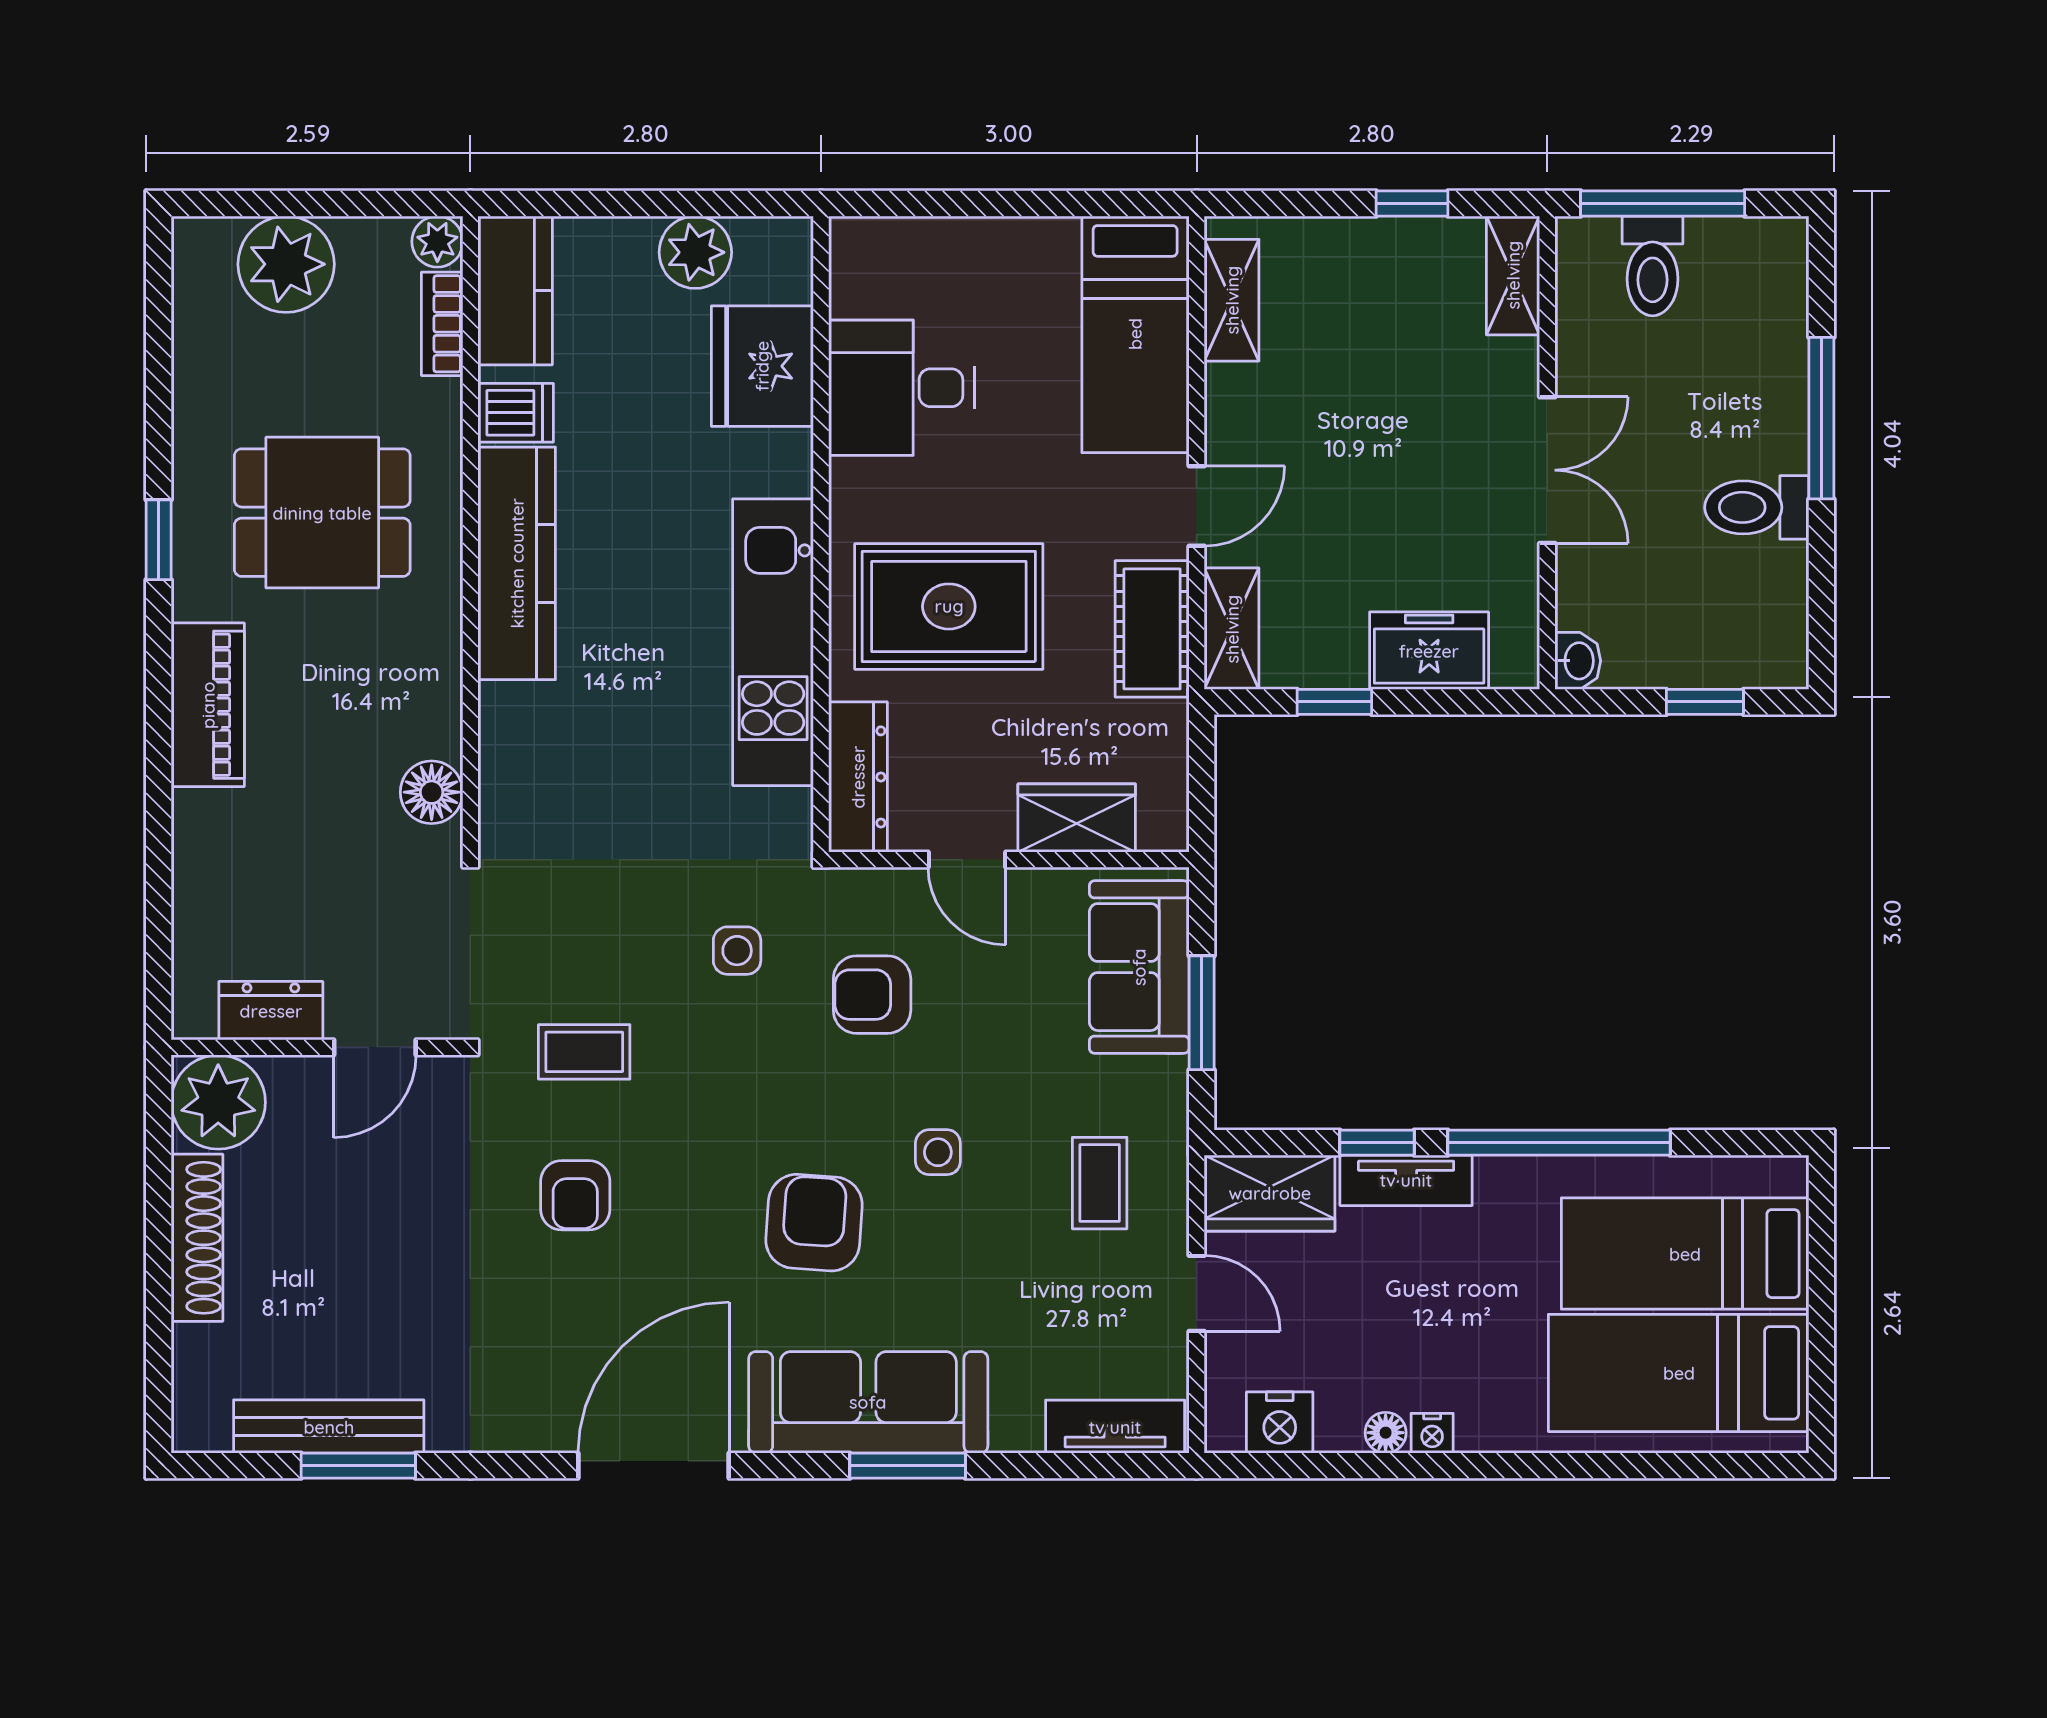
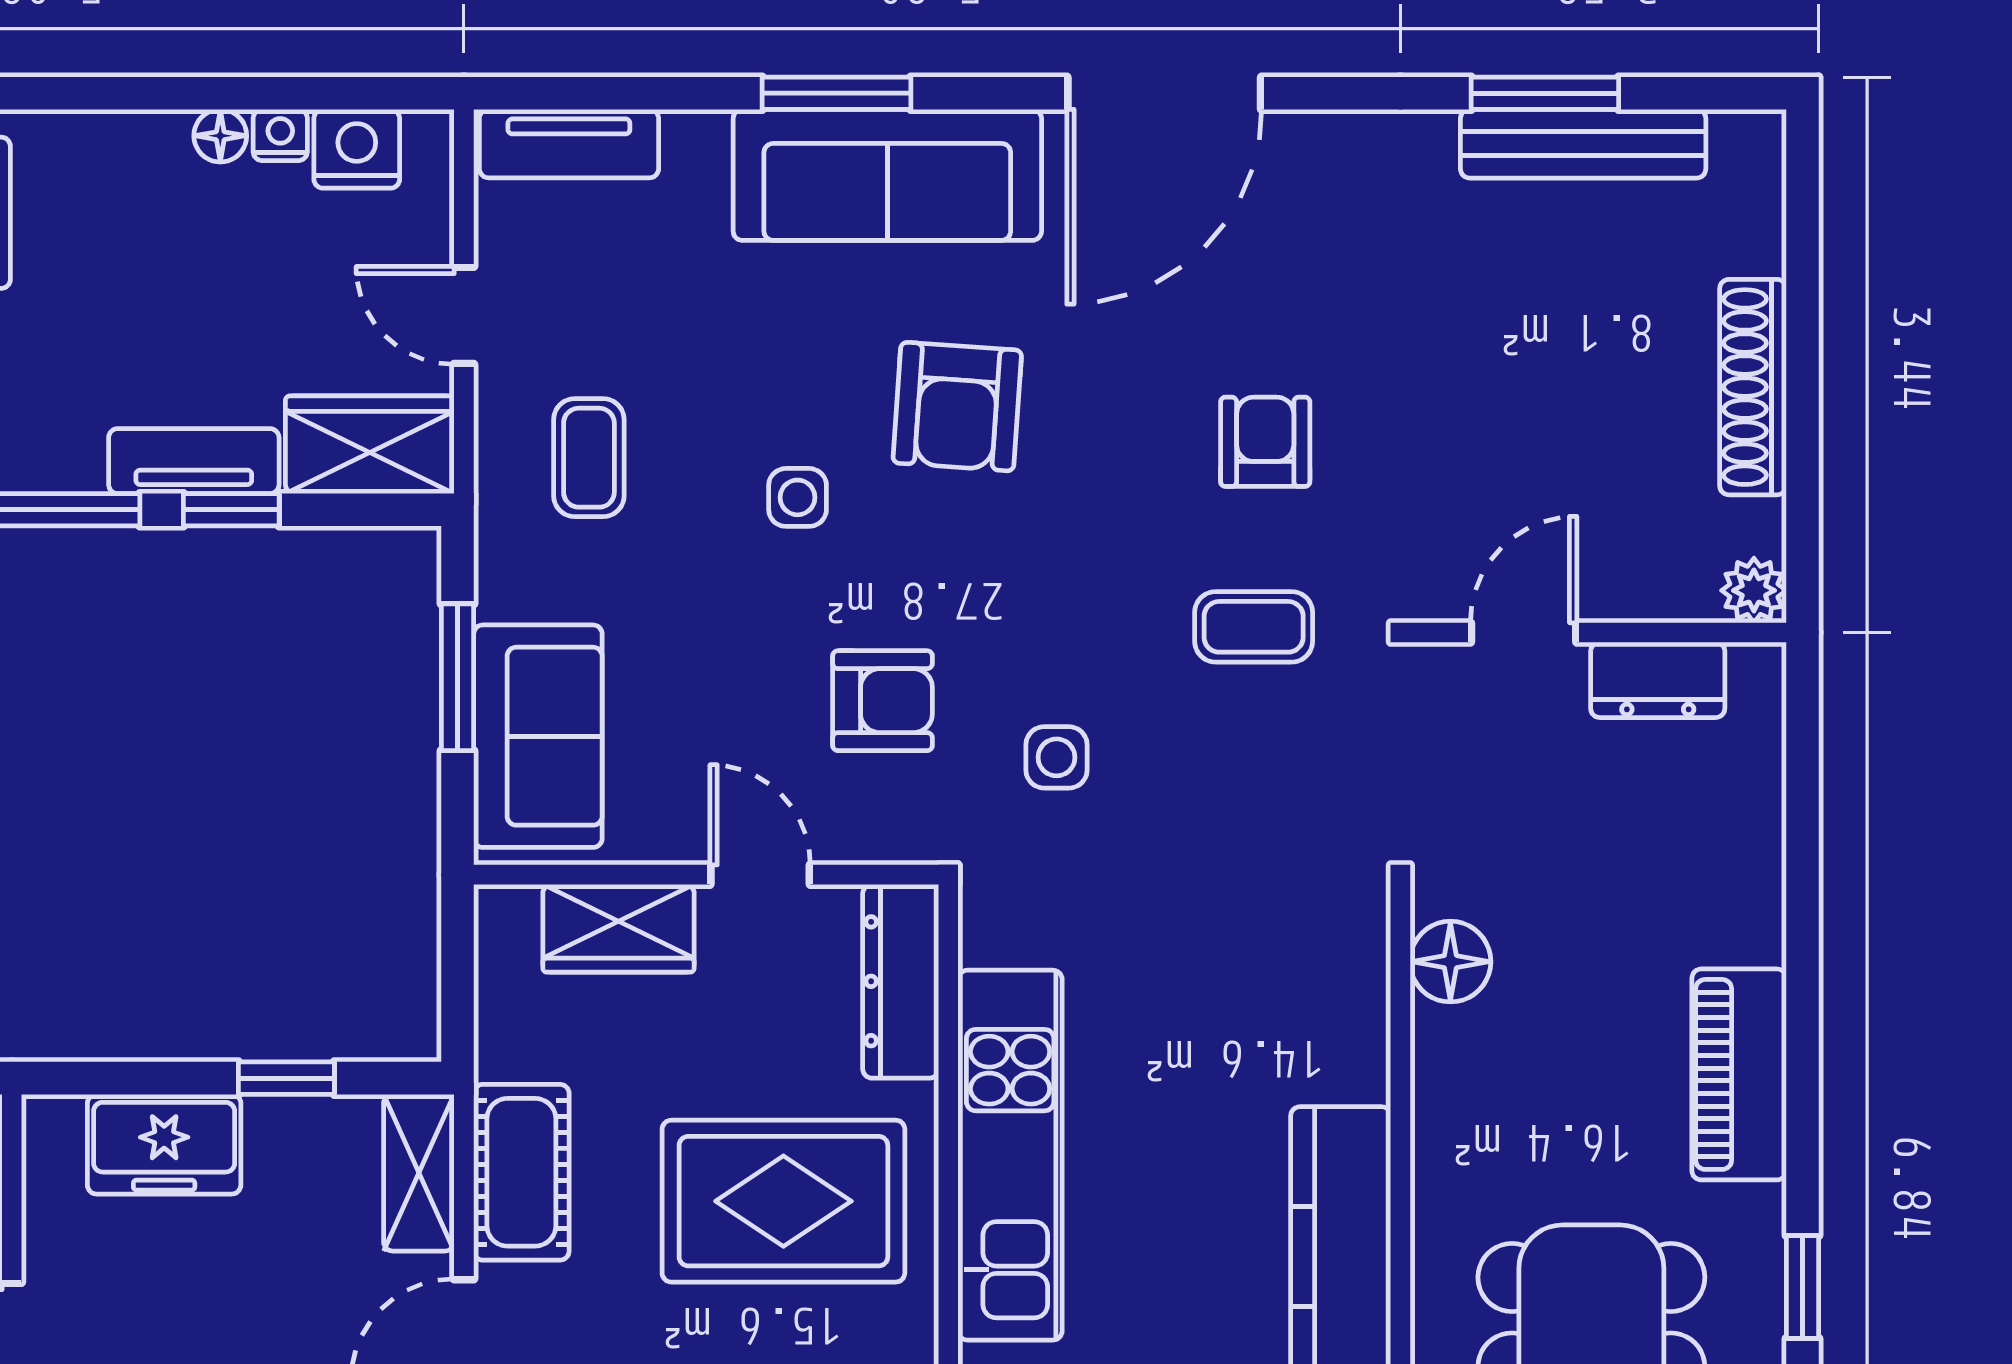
plant: (218, 1102) -> (1754, 590), width x0.53, depth x0.53
nightstand: (1432, 1433) -> (280, 135), moved

